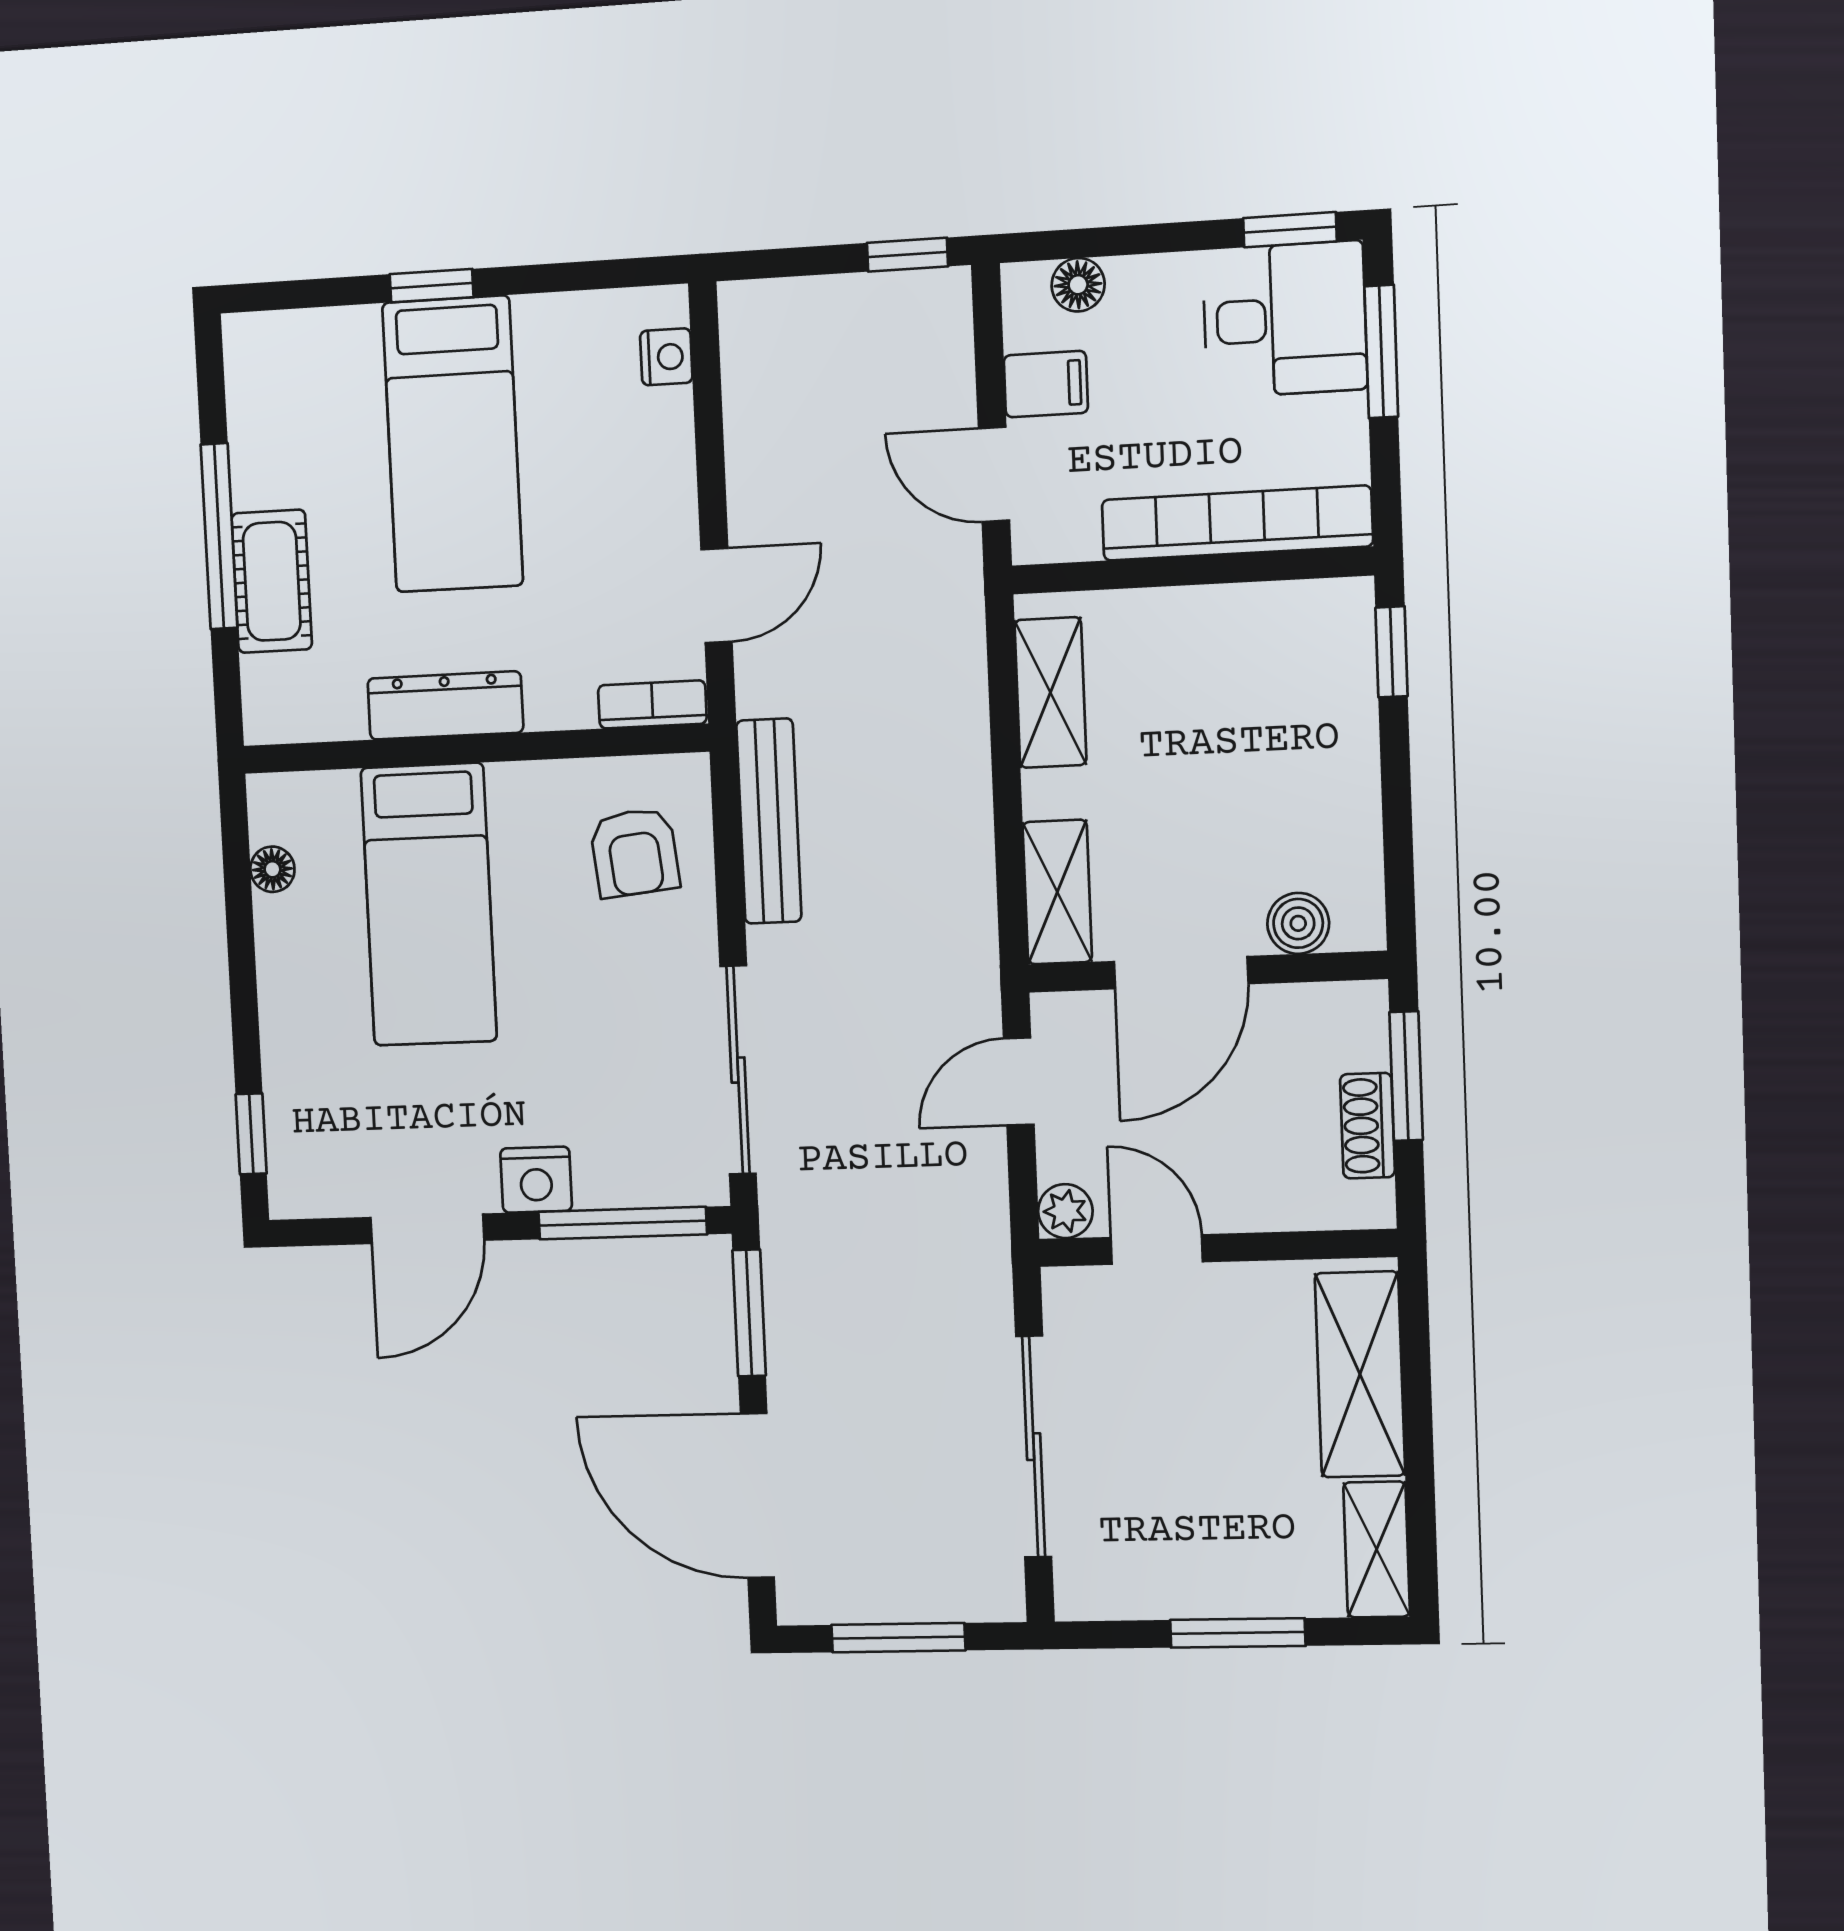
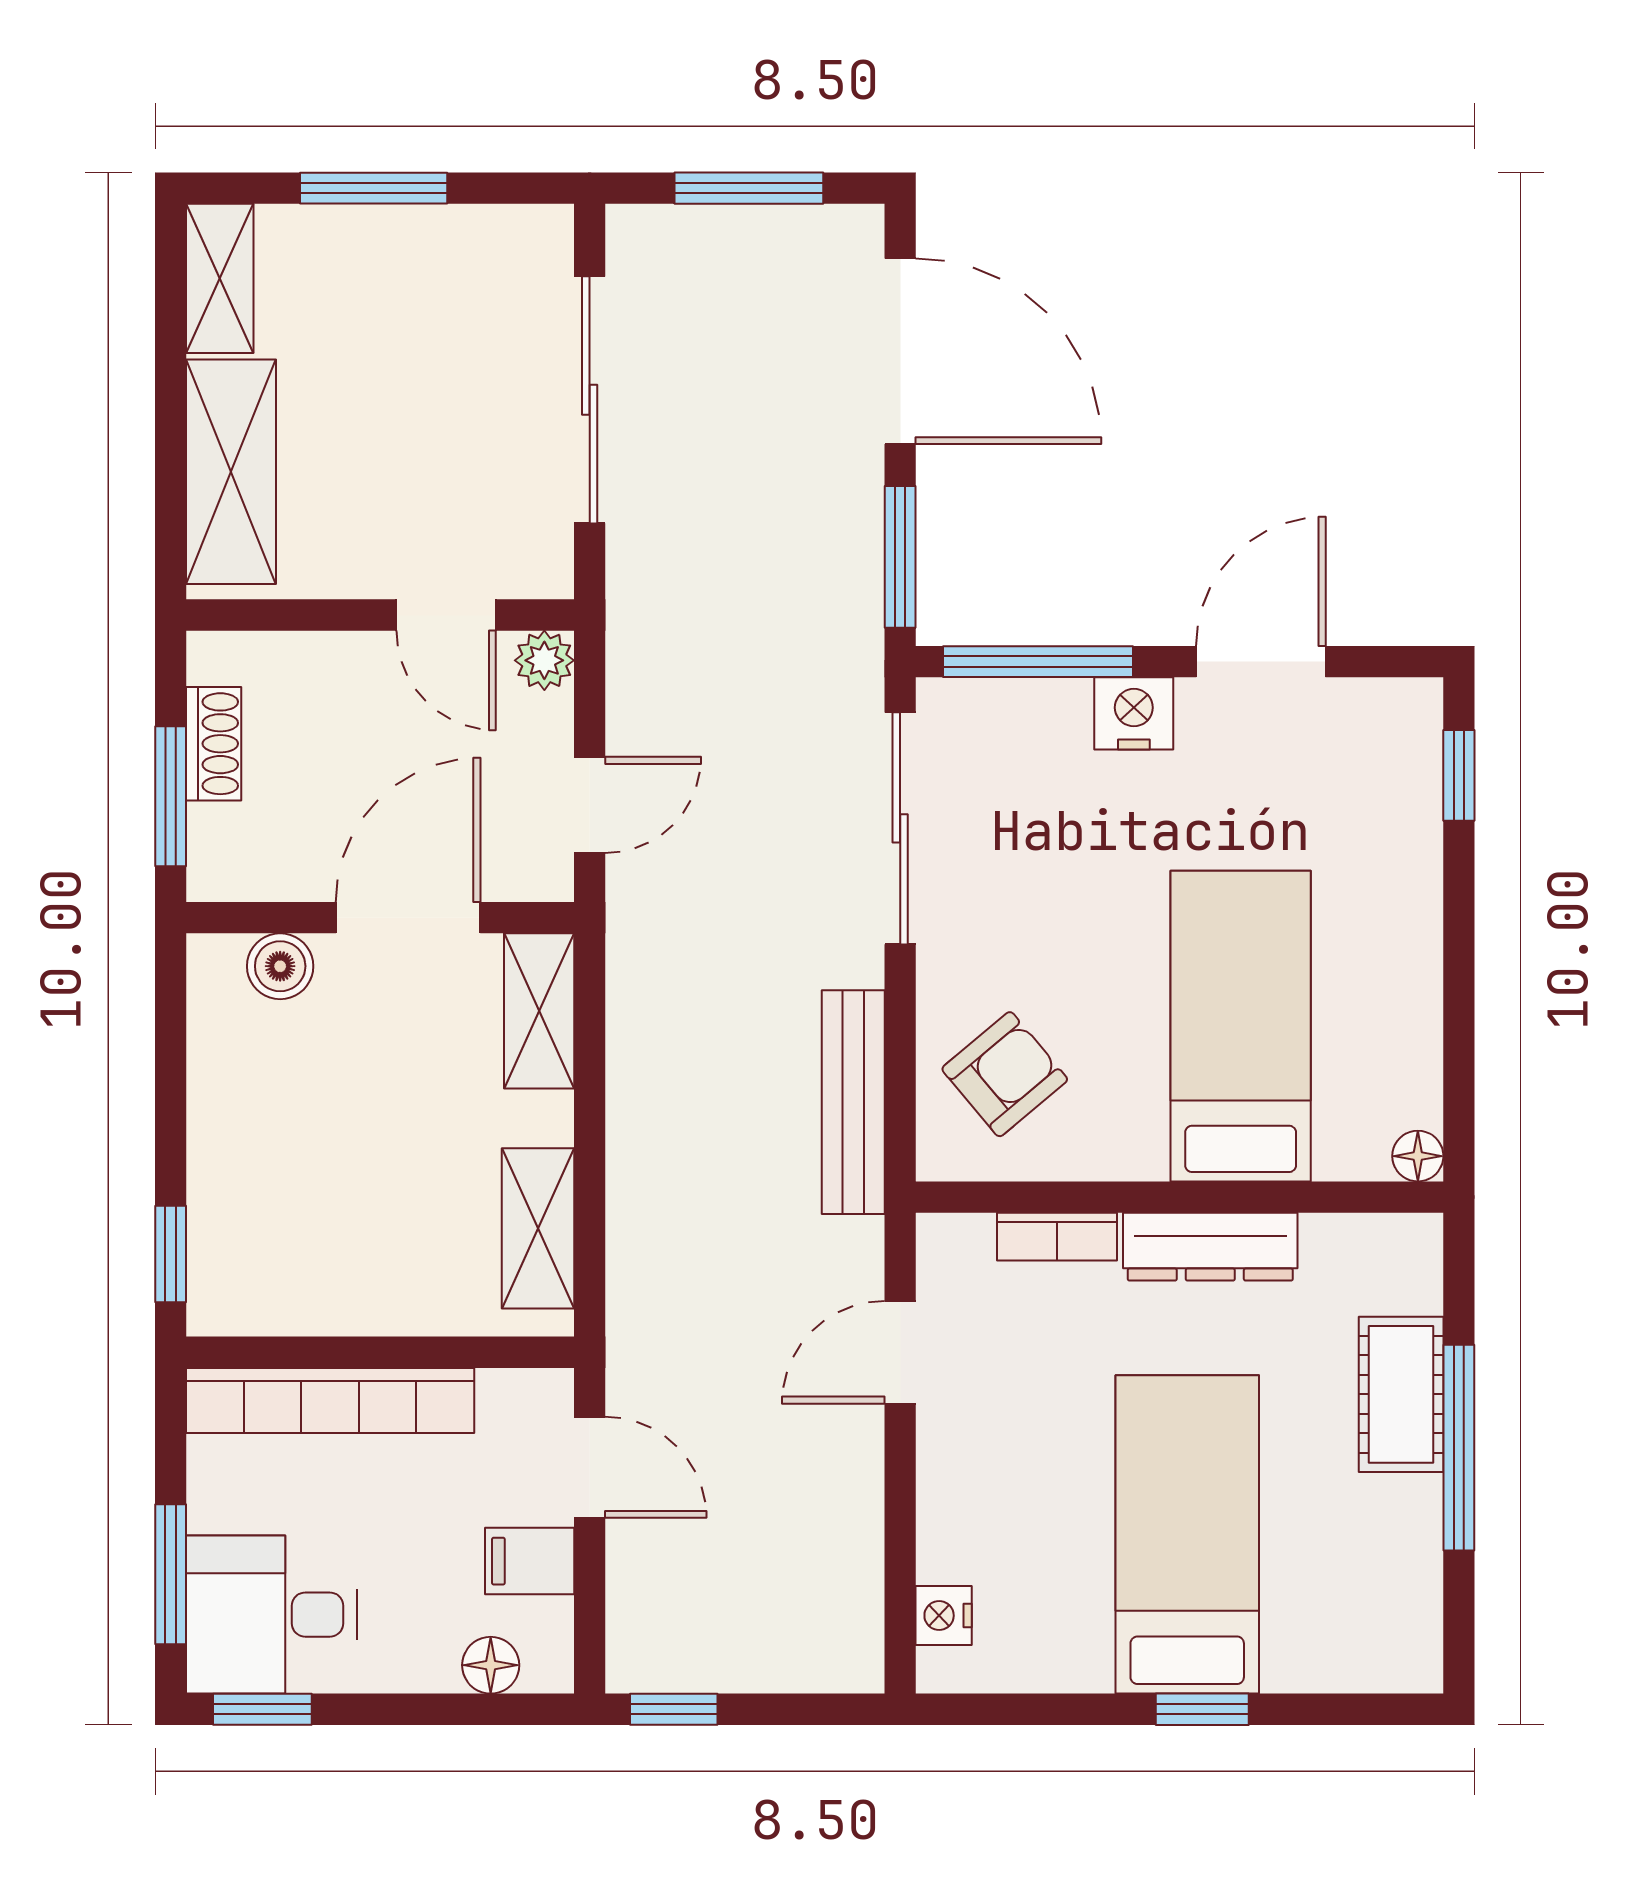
bookcase: (652, 704) -> (1057, 1237), moved
armchair: (635, 852) -> (1005, 1074), turned 56
floor lamp: (272, 869) -> (1418, 1156), moved

